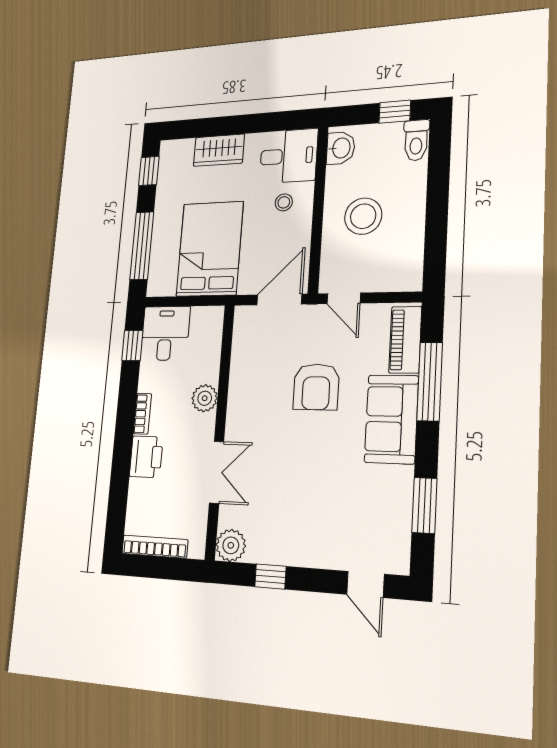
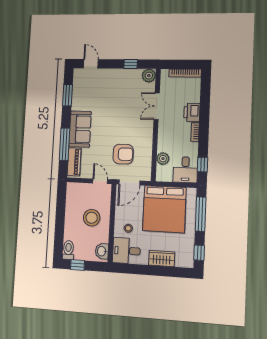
bed: (210, 249) -> (164, 209), width x1.36
armchair: (316, 387) -> (123, 154), moved, turned 90
plant: (205, 398) -> (163, 159), moved

